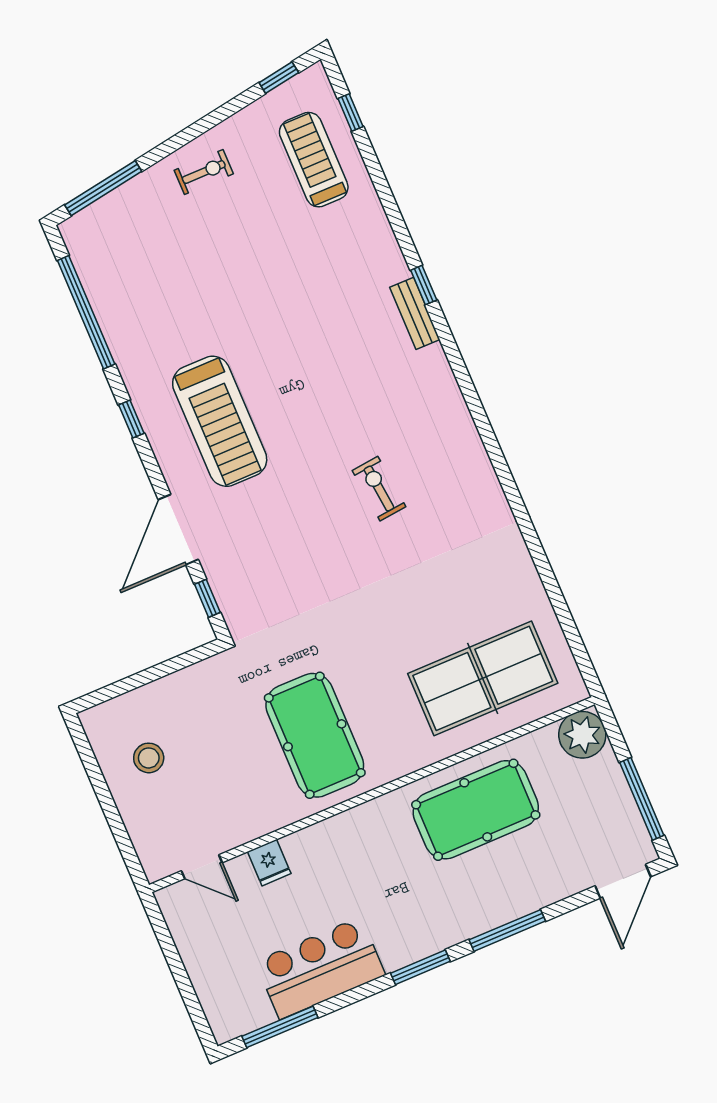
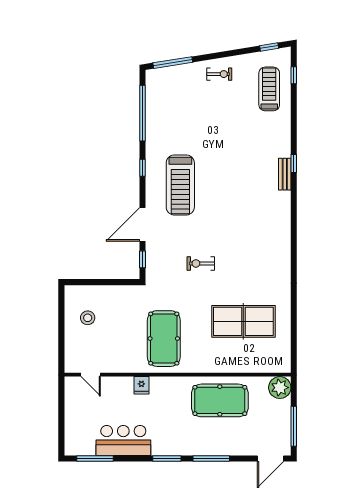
exercise bike: (379, 489) -> (201, 263), moved, turned -84
table tennis table: (483, 678) -> (243, 321), moved
fridge: (269, 863) -> (141, 385), moved

